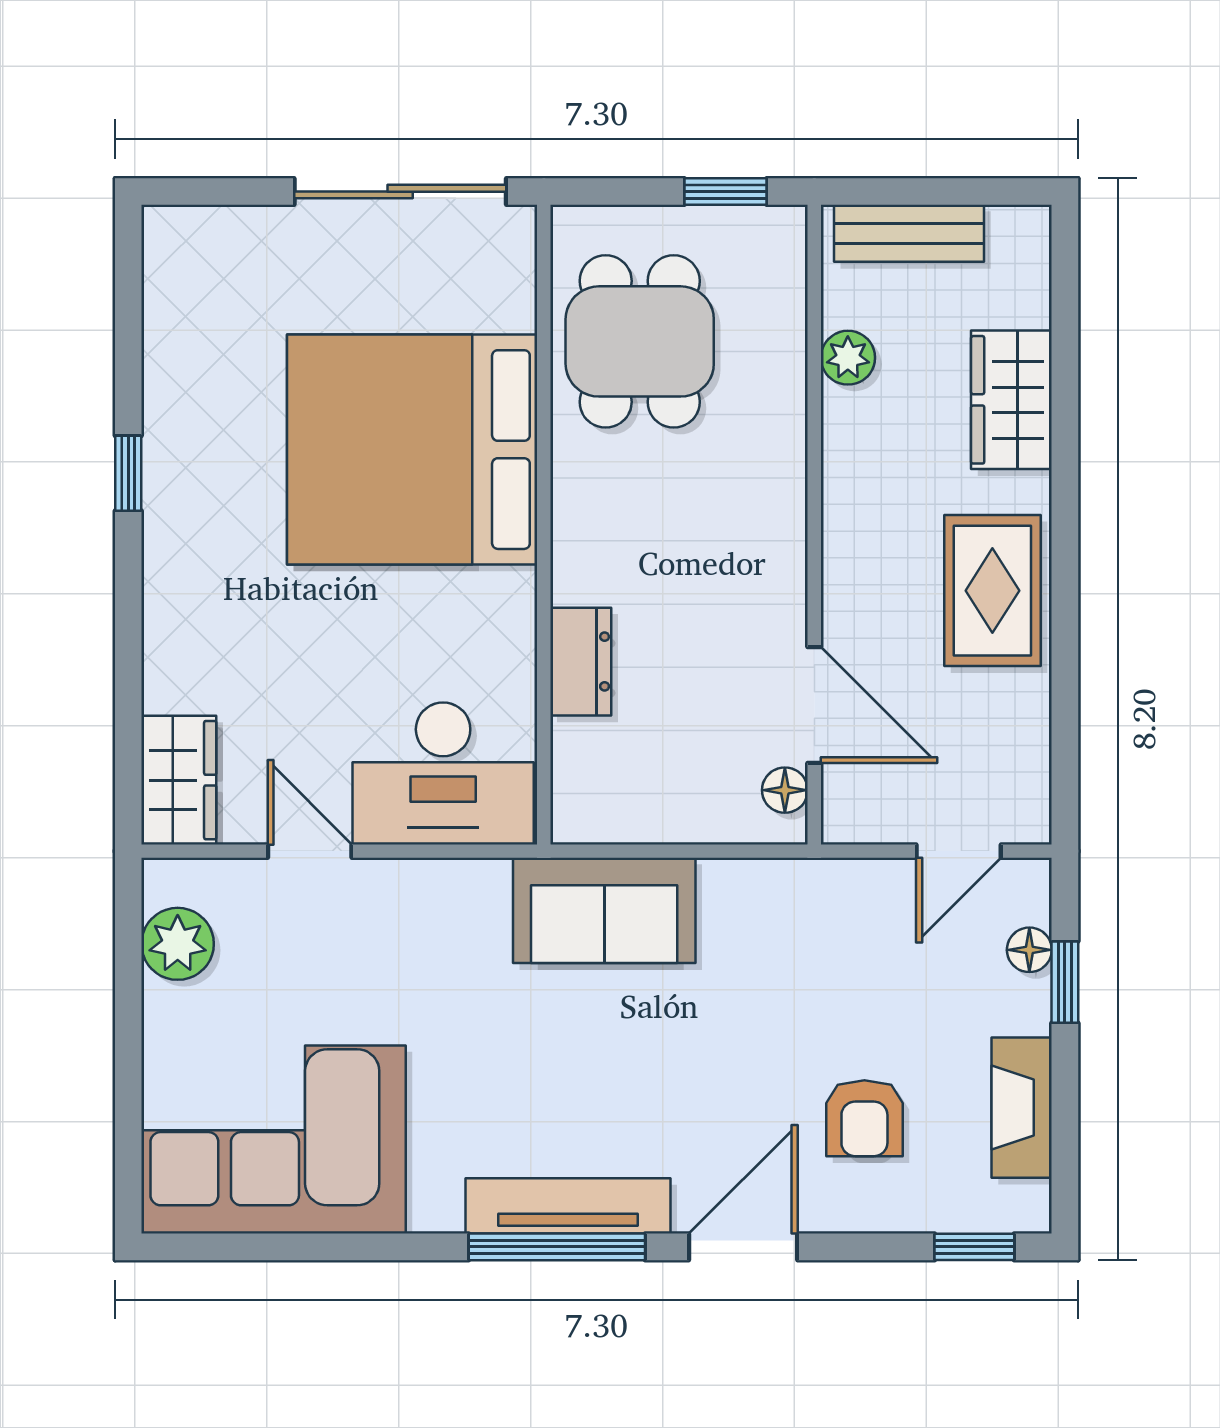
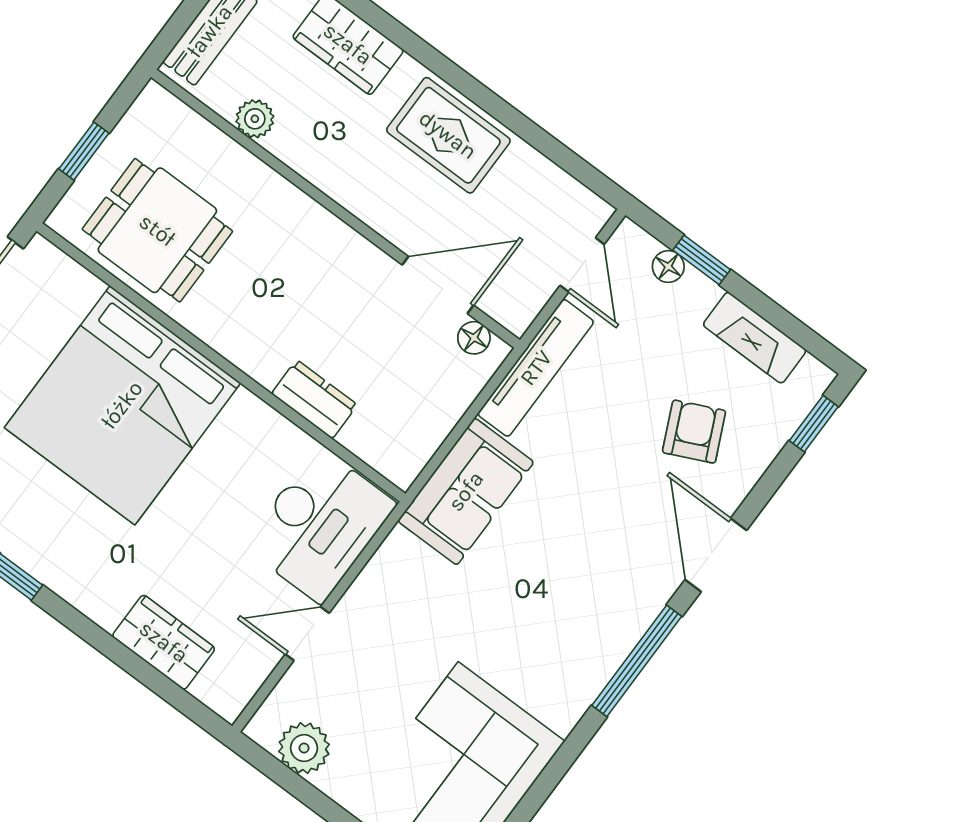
window: (726, 192) -> (84, 151), moved
wardrobe: (179, 780) -> (164, 642), moved
armchair: (864, 1118) -> (694, 432), turned -115
tv unit: (568, 1206) -> (536, 368), moved, turned 180

